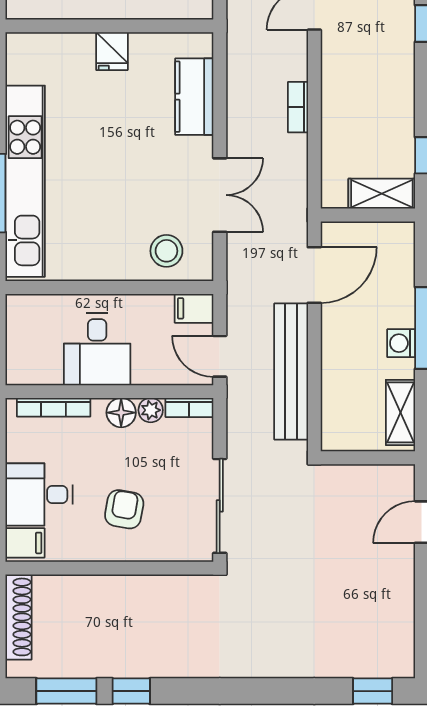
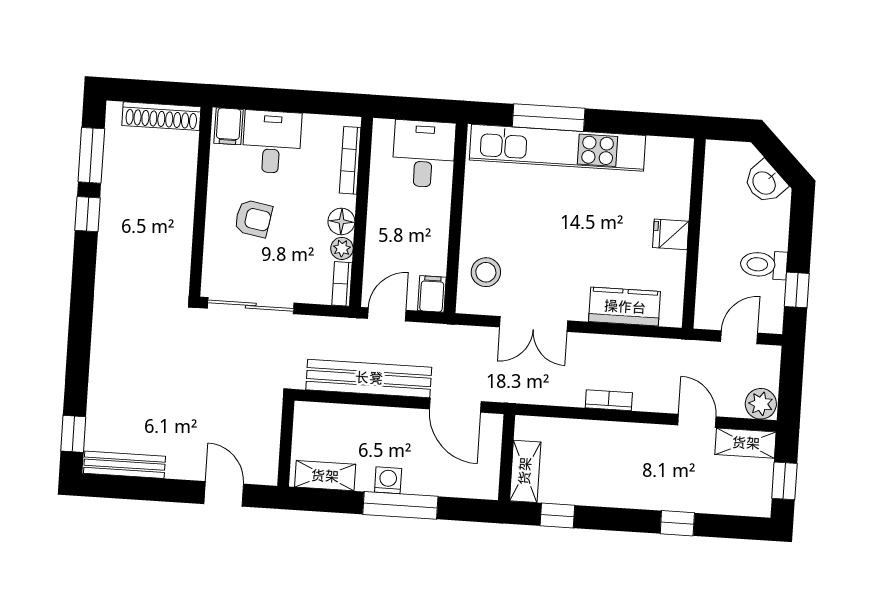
desk: (97, 349) -> (424, 154), moved, turned 90
bench: (403, 633) -> (124, 465), added

